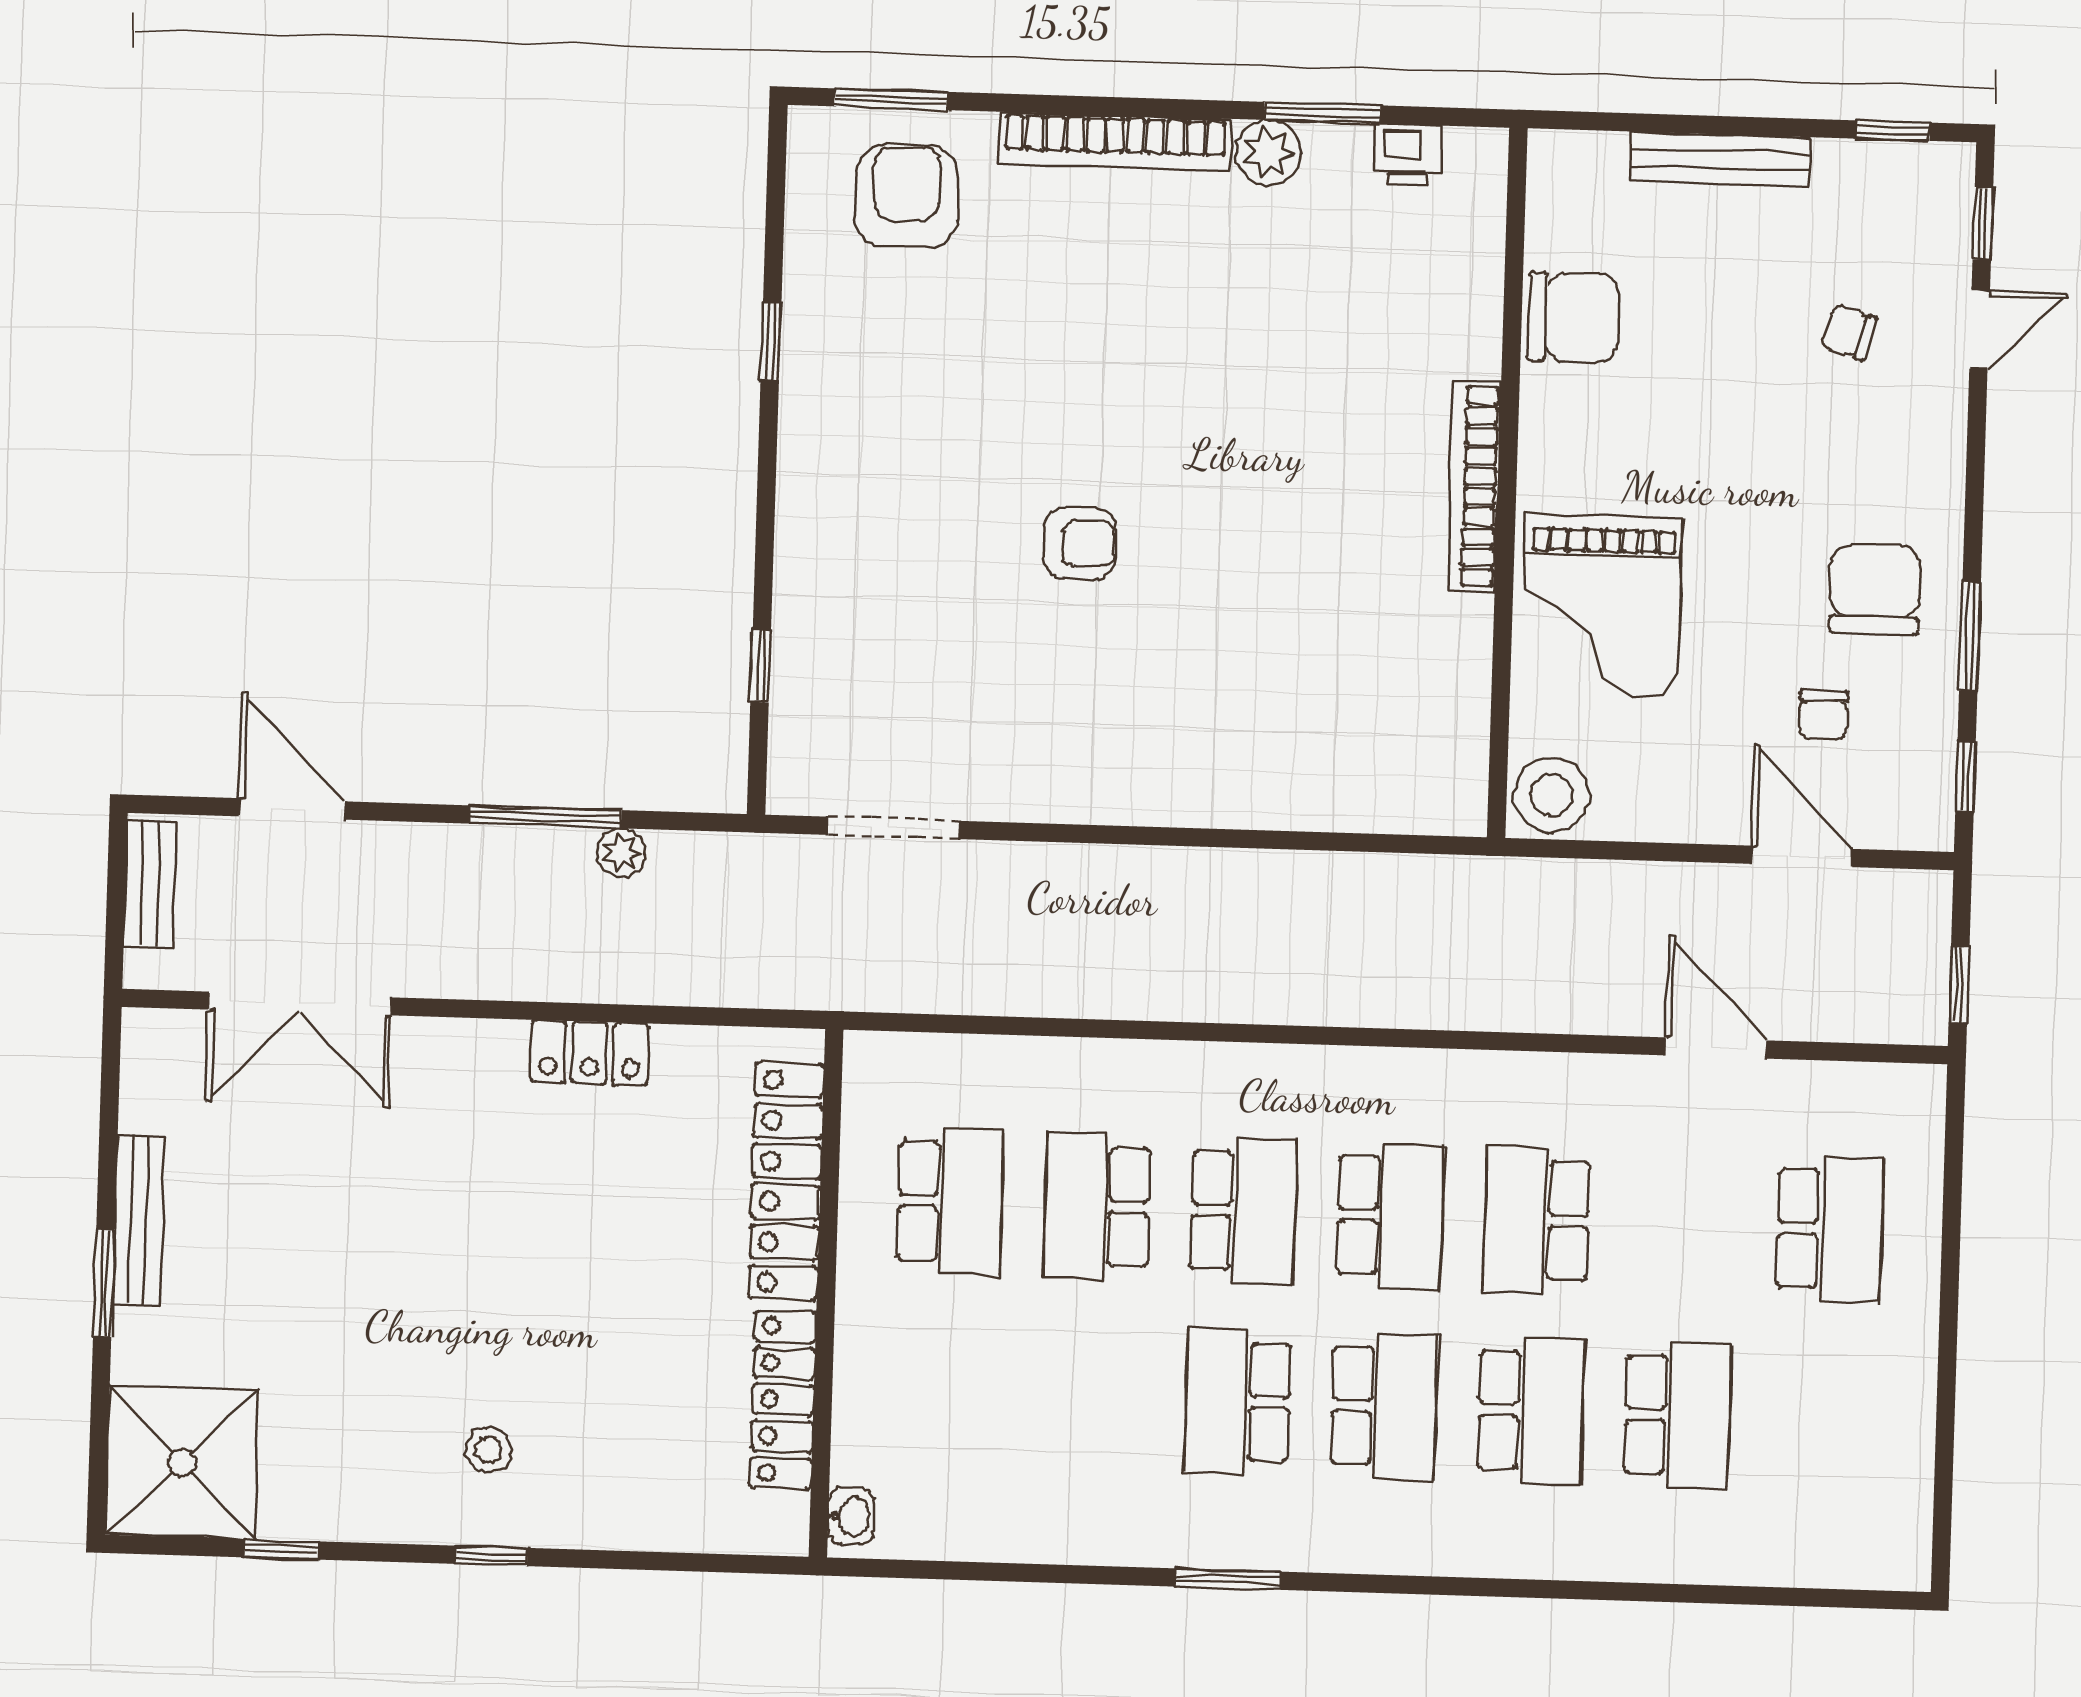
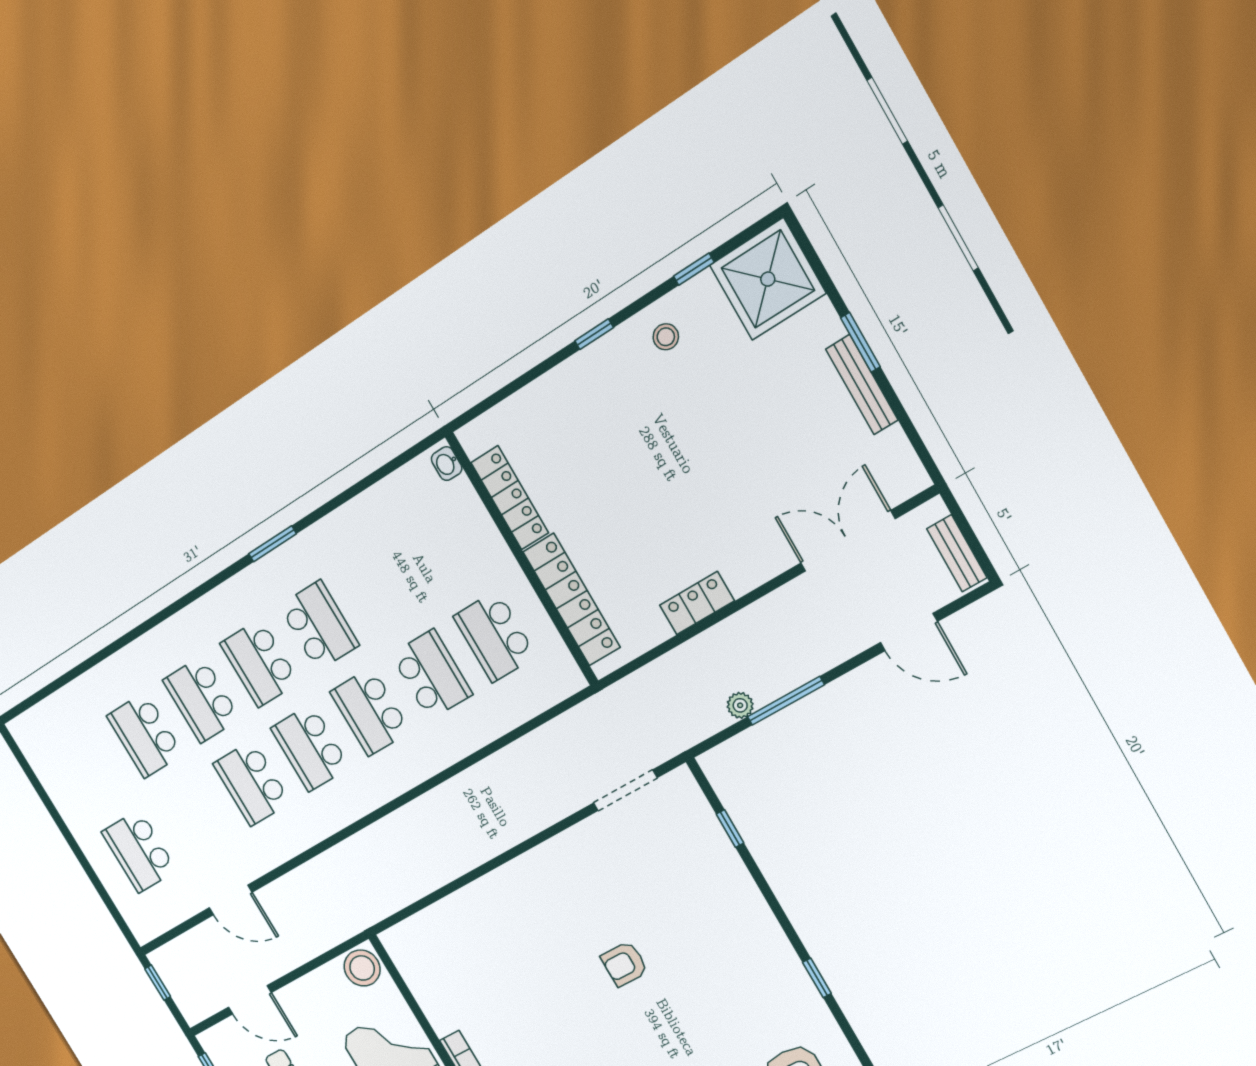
school desk: (1537, 1220) -> (252, 783), turned 180
stool: (488, 1450) -> (666, 337), moved

